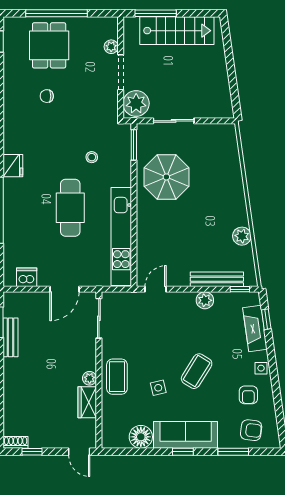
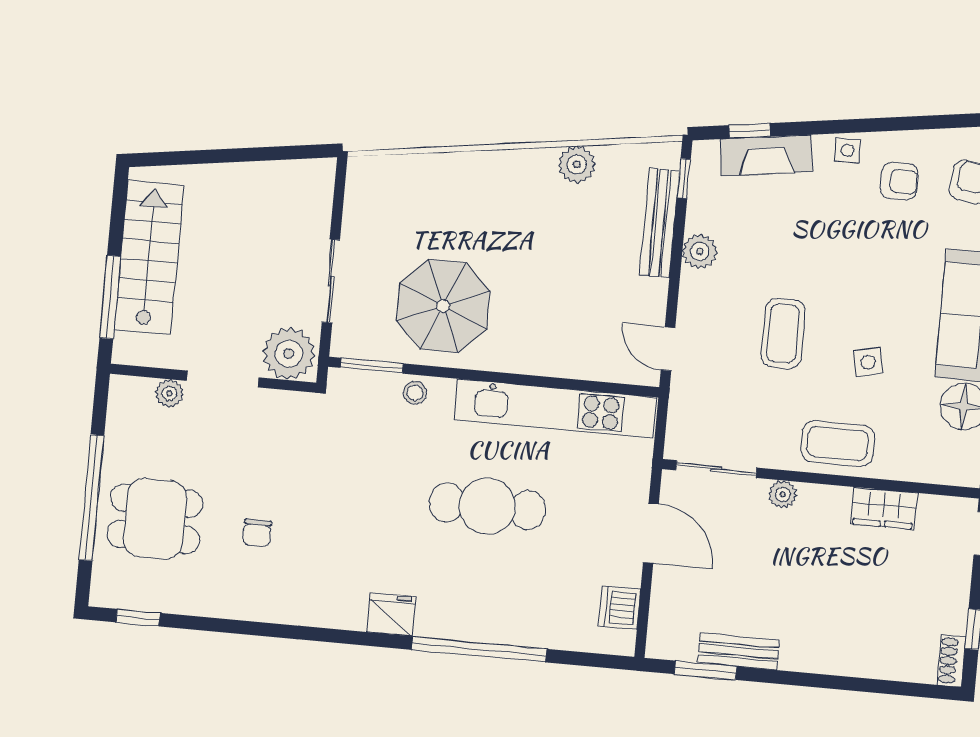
stool: (92, 157) -> (415, 393), moved
coffee table: (197, 371) -> (783, 333), moved, turned 58
plant: (90, 378) -> (783, 494), moved

